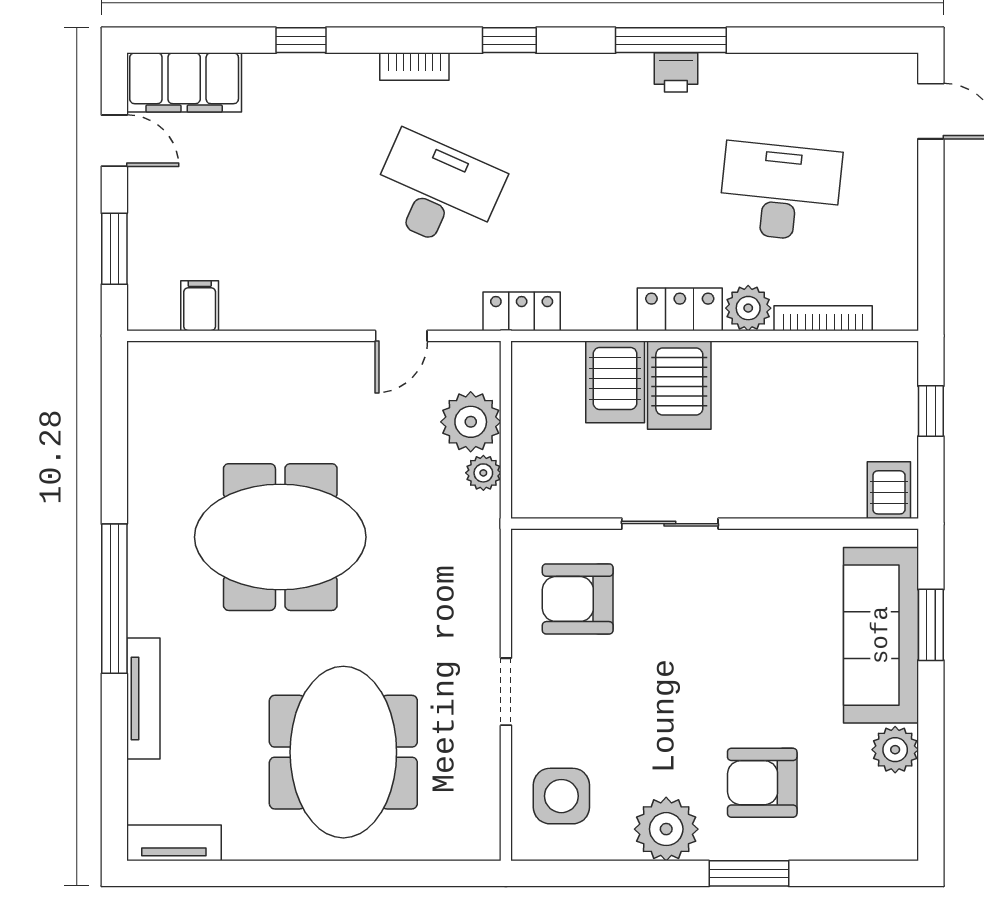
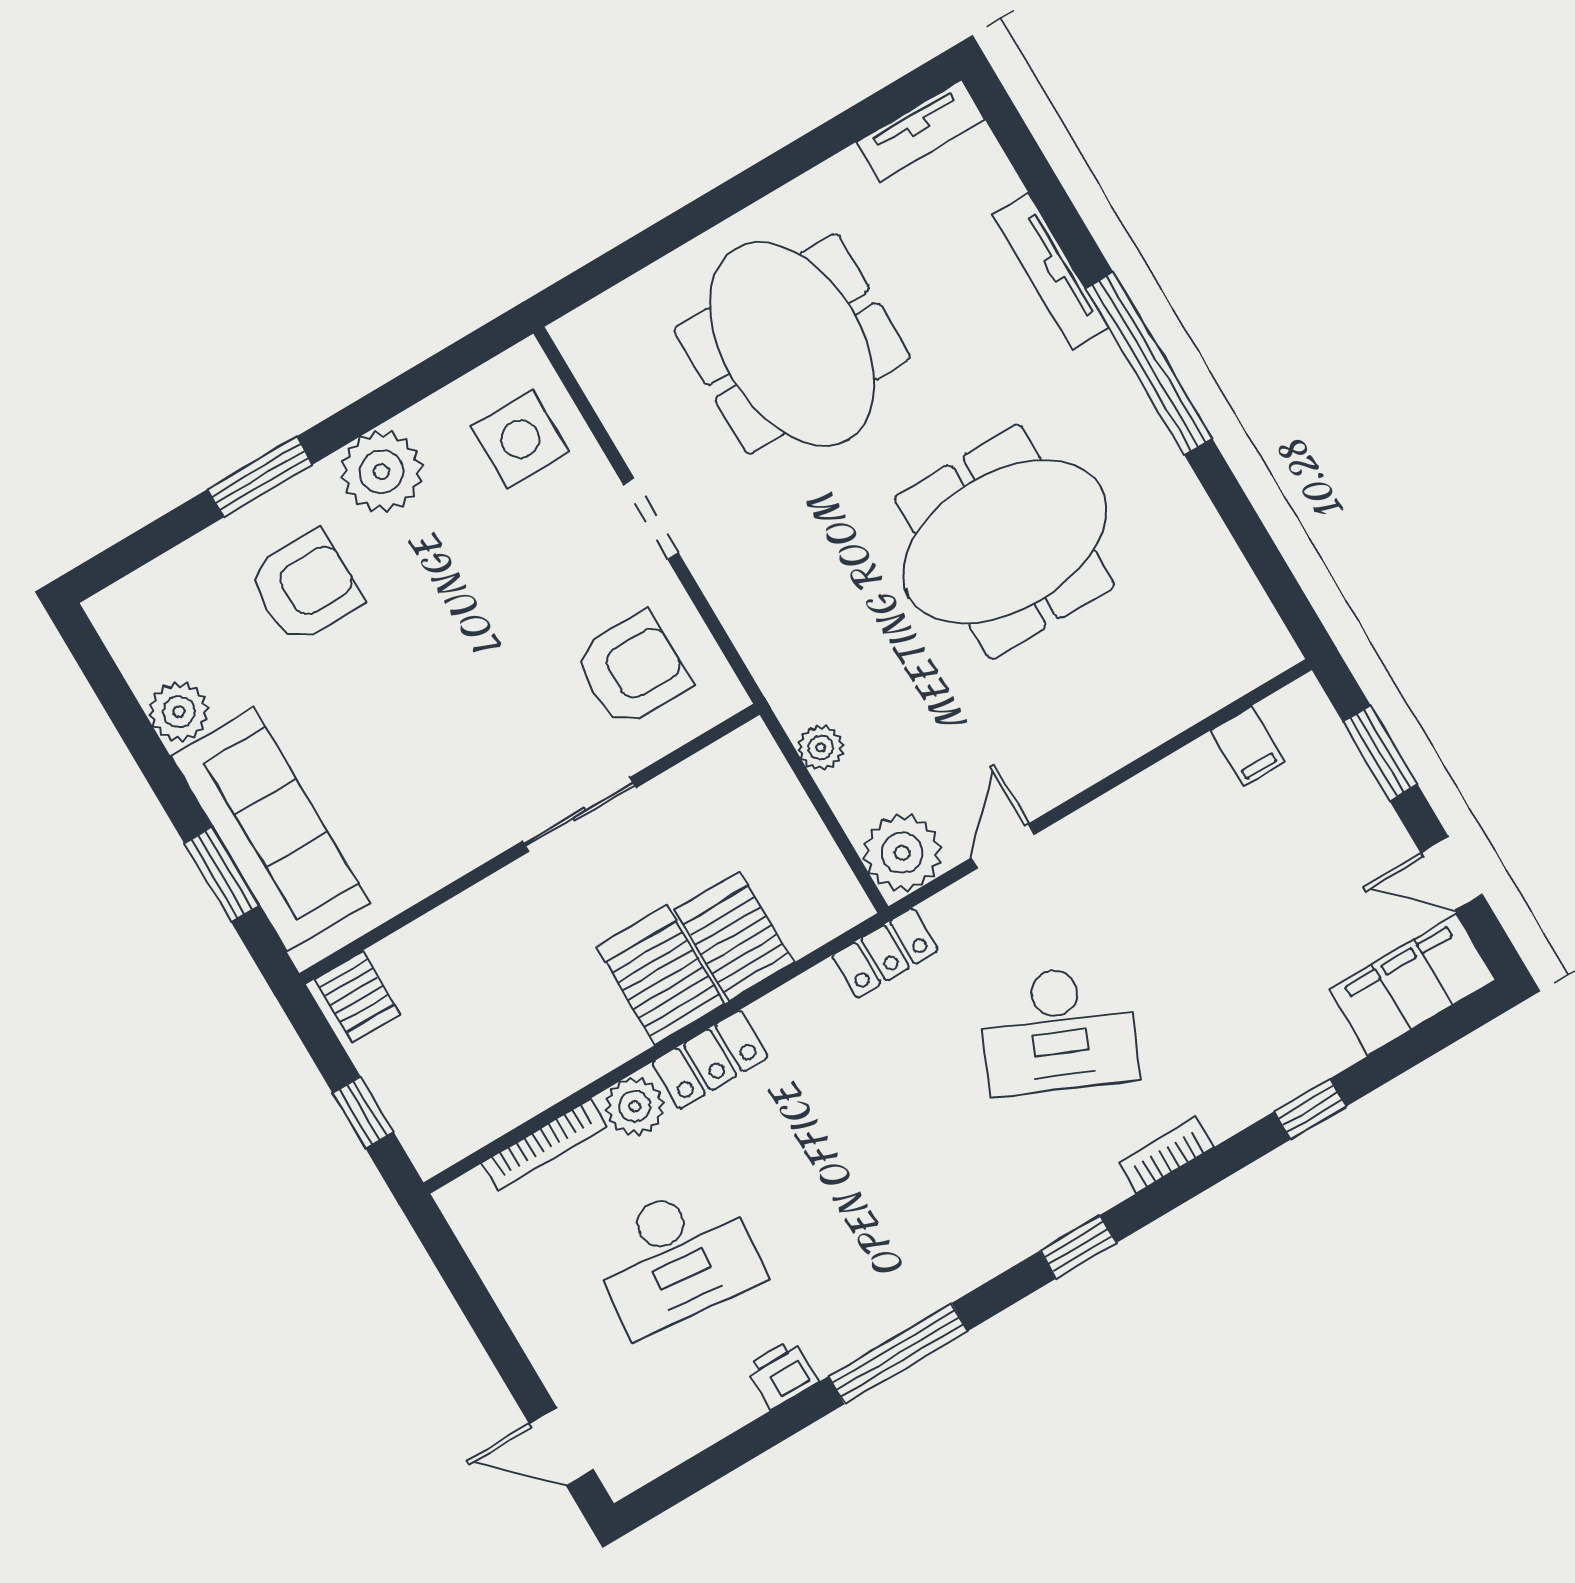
printer: (676, 72) -> (782, 1374), moved
plant: (471, 422) -> (902, 853), moved

